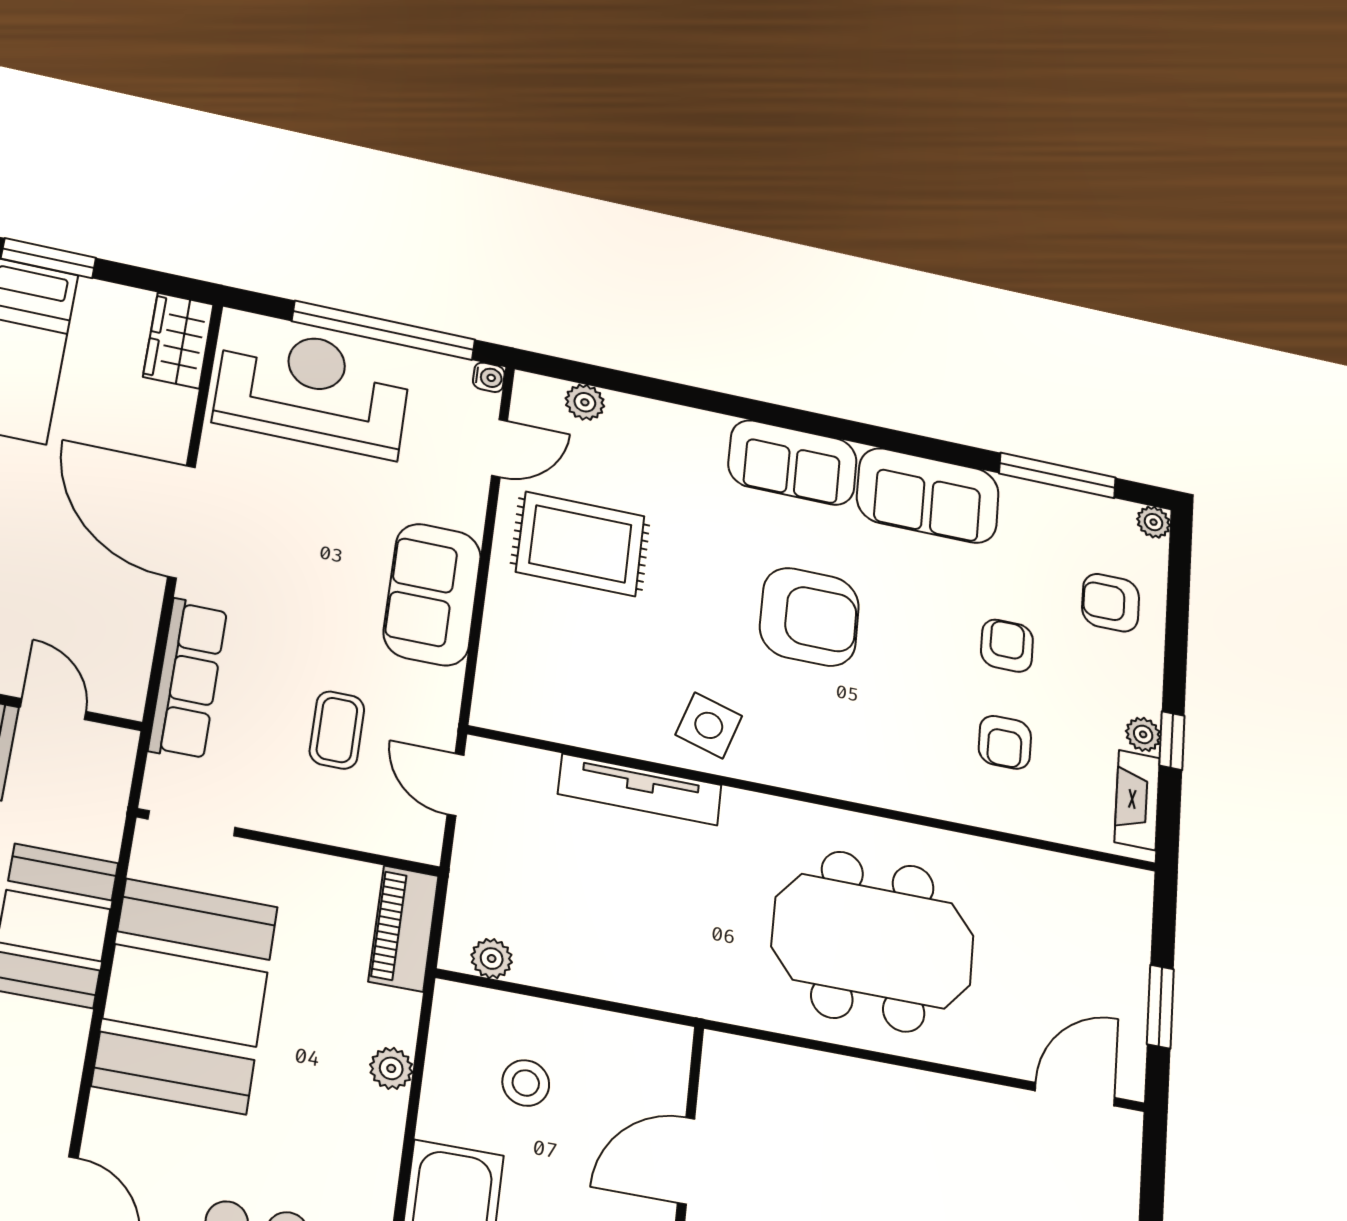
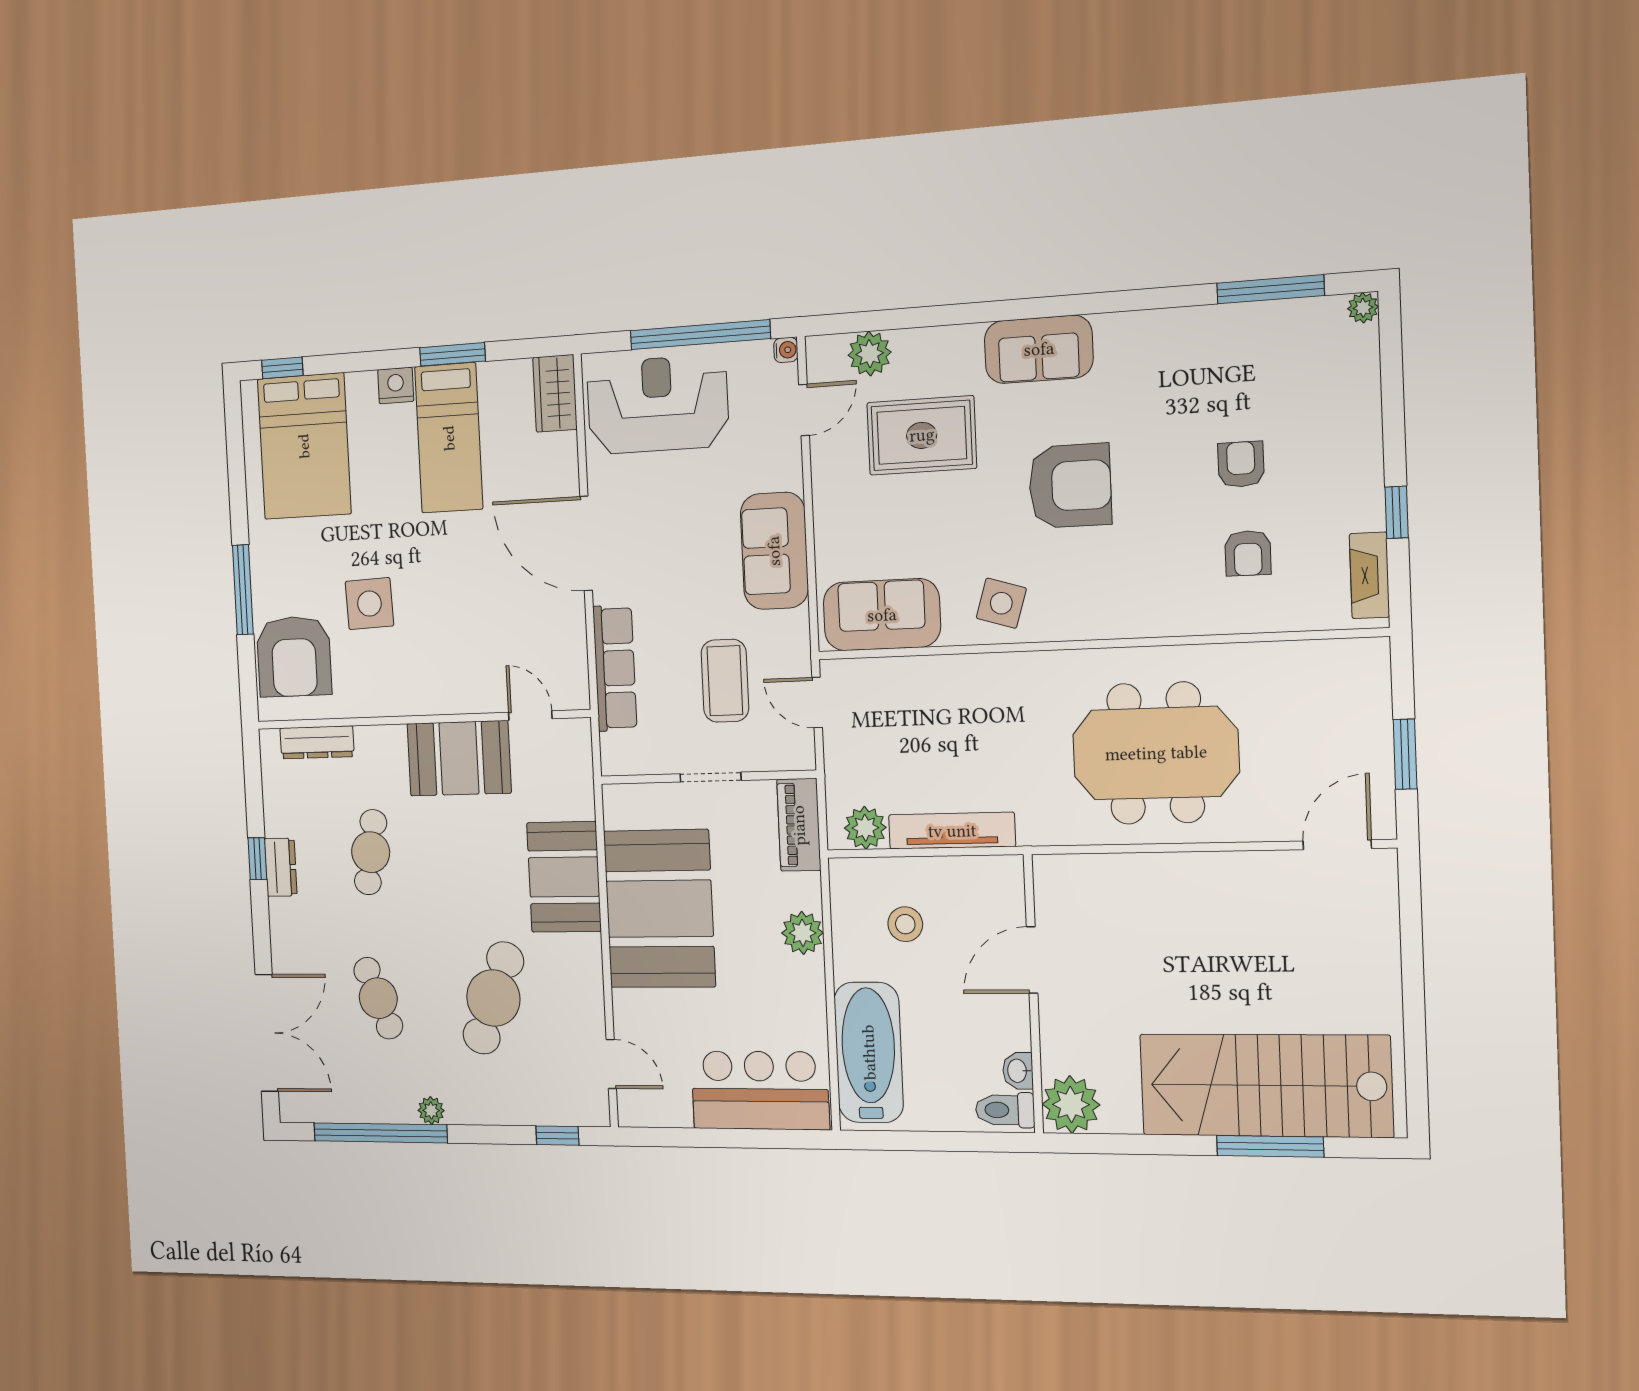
plant: (585, 402) -> (870, 354), width x1.38, depth x1.38
sofa: (928, 496) -> (882, 615), moved, turned 180
rug: (580, 544) -> (922, 435), moved
armchair: (1111, 603) -> (1330, 398), removed
coffee table: (337, 730) -> (725, 681), width x1.36, depth x1.30
plant: (1143, 734) -> (1370, 514), removed
tv unit: (640, 790) -> (952, 831), moved, turned 180
doorway: (191, 823) -> (710, 777), moved
plant: (492, 959) -> (865, 828), width x1.38, depth x1.38
plant: (391, 1068) -> (803, 933), width x1.38, depth x1.38

